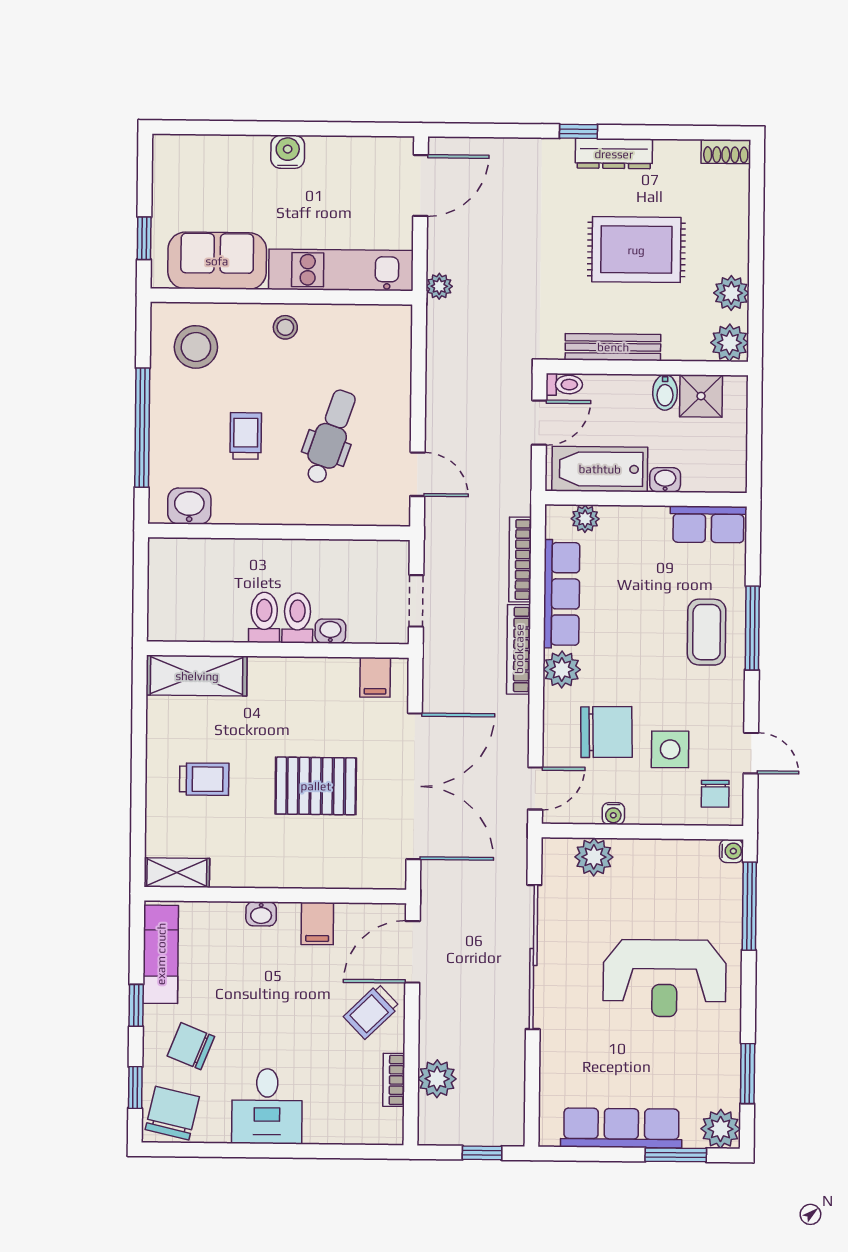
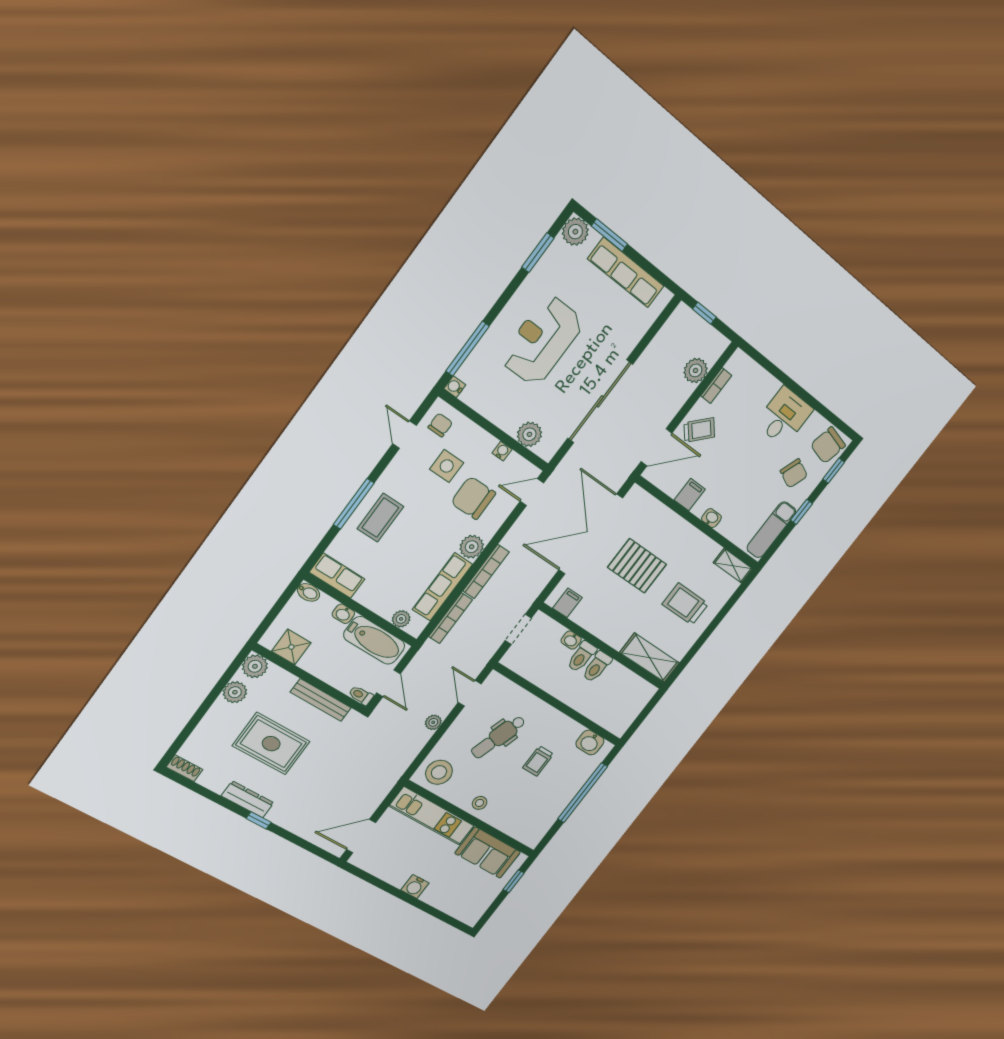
plant: (439, 286) -> (433, 722), moved
stool: (196, 347) -> (439, 772), moved
bidet: (665, 392) -> (309, 592), moved, turned 90
door: (539, 423) -> (388, 683), swing flipped
trolley: (204, 779) -> (685, 604), width x1.36, depth x1.39
reception desk: (664, 978) -> (542, 341), turned -90

